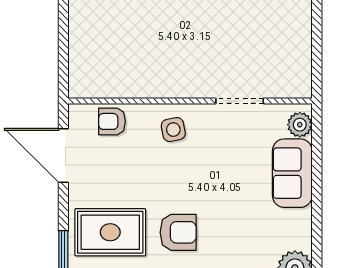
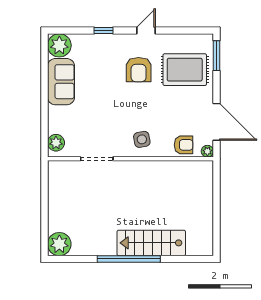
plant: (77, 112) -> (207, 151), added
sofa: (292, 173) -> (61, 82), moved
armchair: (178, 232) -> (139, 70), turned -90

